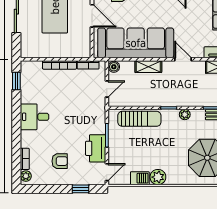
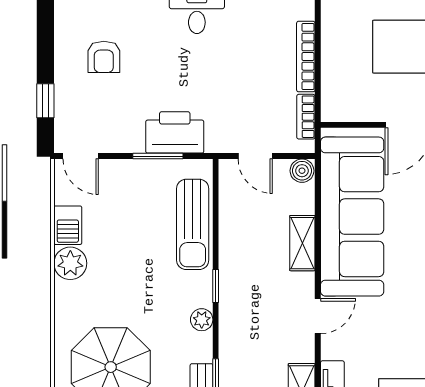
printer: (96, 148) -> (175, 132), moved

